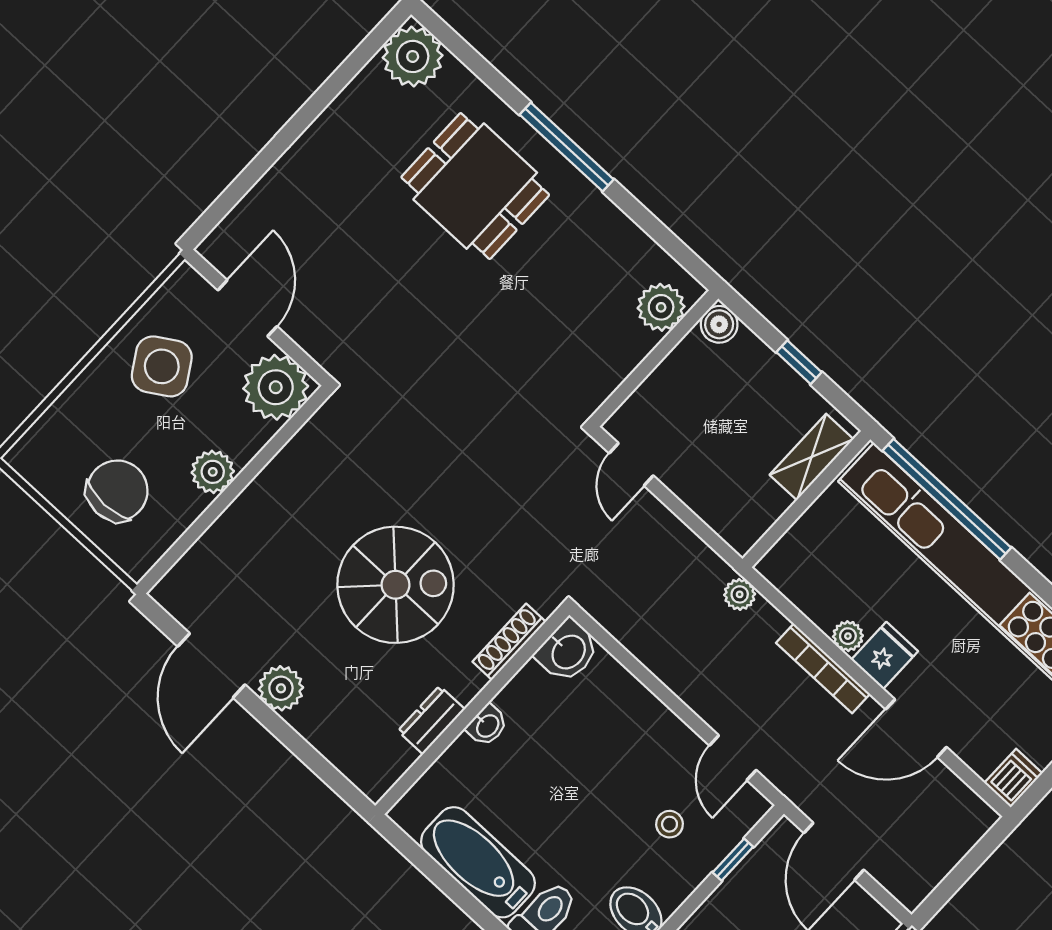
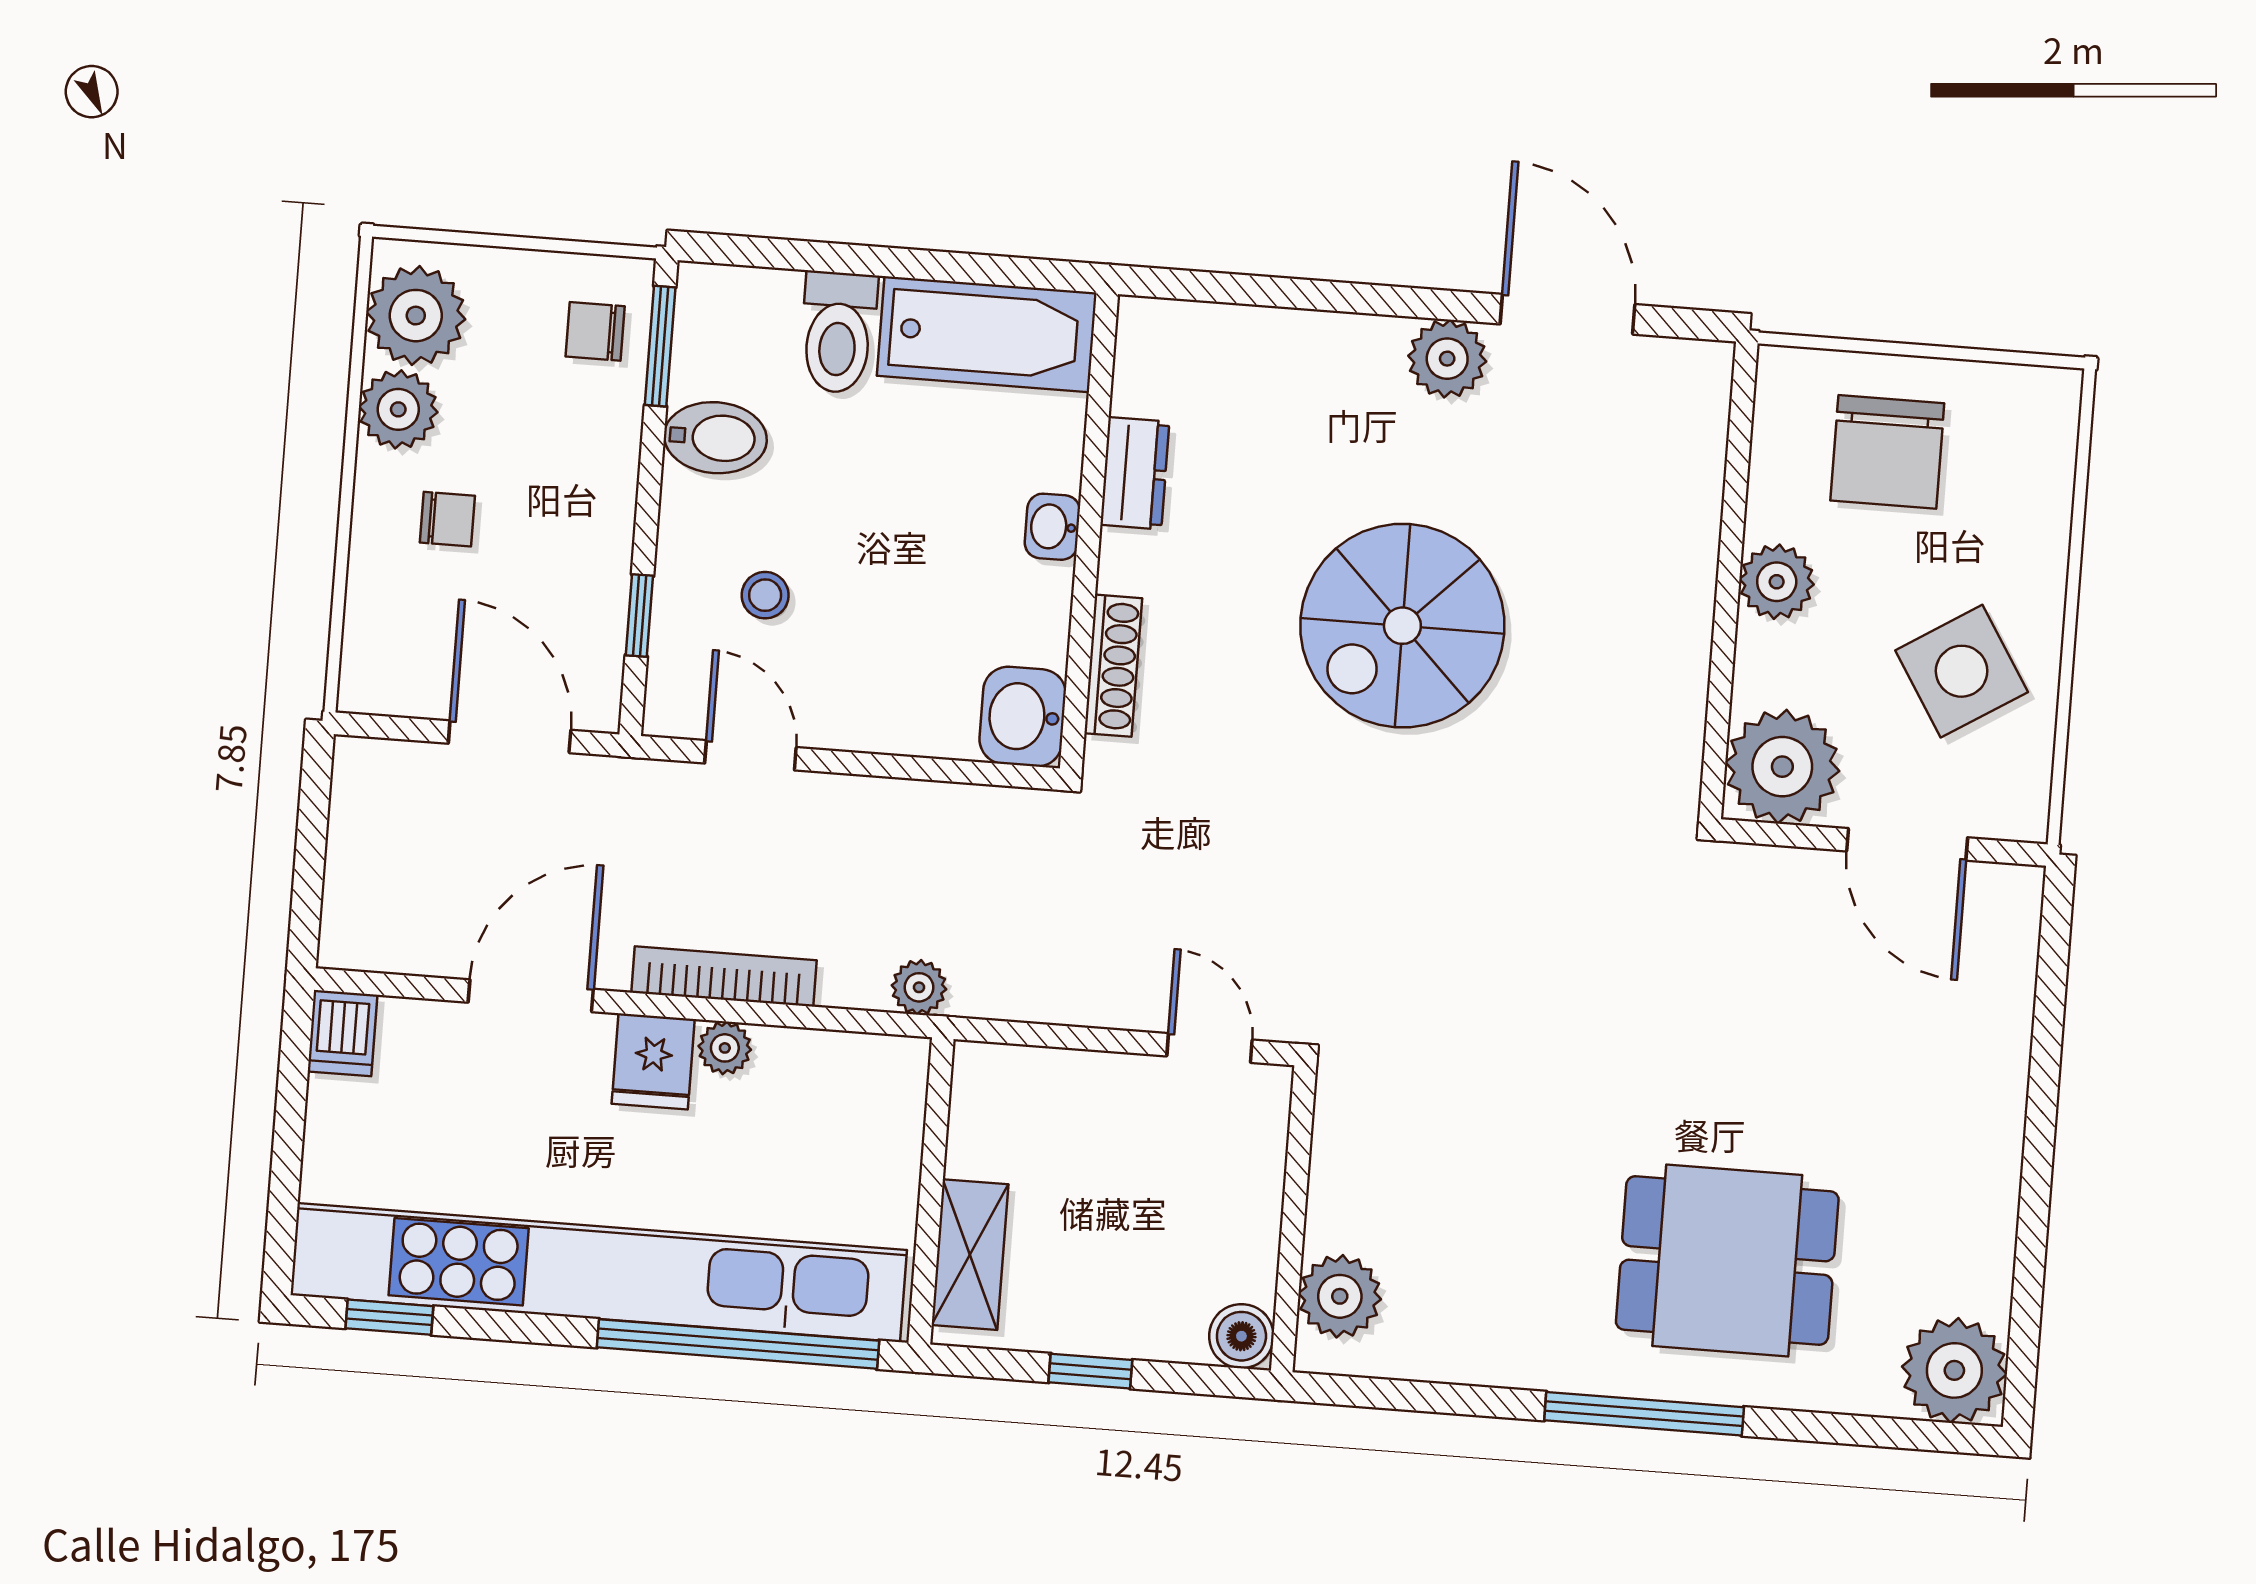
shoe rack: (509, 642) -> (1113, 666), moved
washbasin: (568, 651) -> (1023, 717), moved
wall: (472, 710) -> (1089, 531), moved
dresser: (431, 720) -> (1135, 473), moved
washbasin: (487, 725) -> (1052, 527), moved

